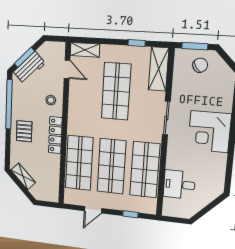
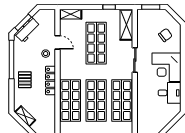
chair: (200, 65) -> (165, 35), moved
door: (67, 69) -> (57, 42), moved
desk: (179, 185) -> (170, 93), moved, turned 180

